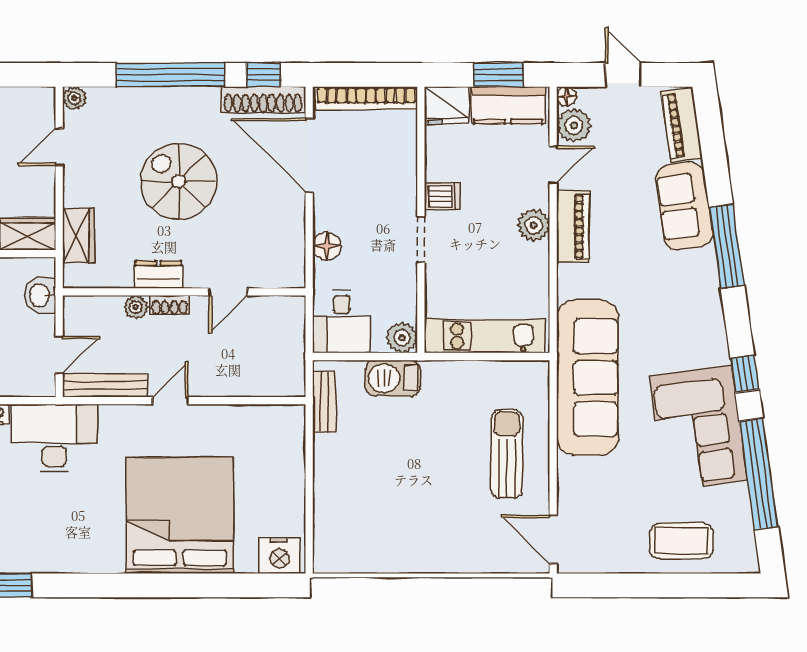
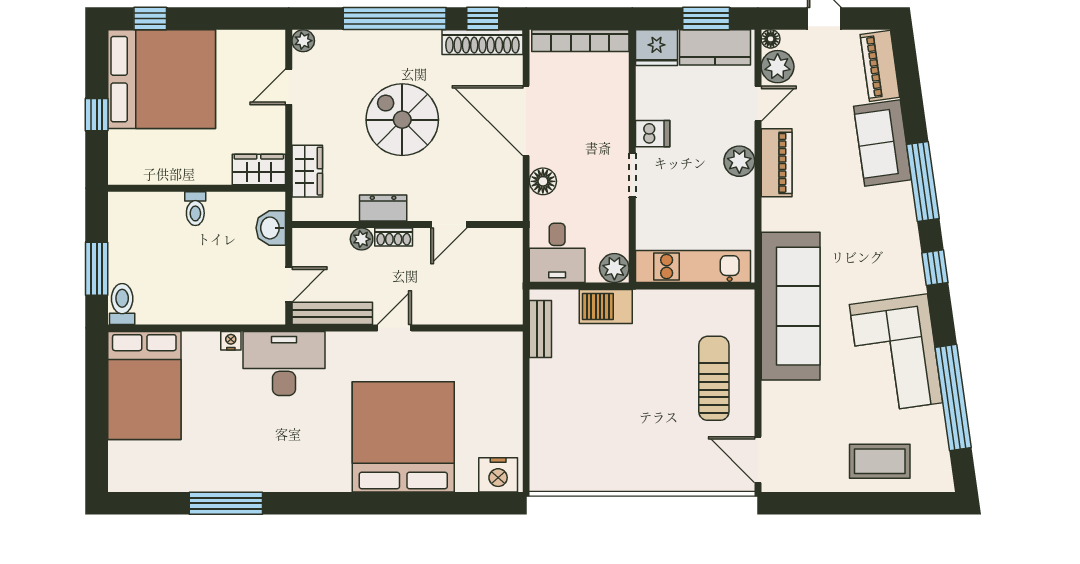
door: (309, 155) -> (526, 121), moved
window: (745, 374) -> (935, 268), moved

